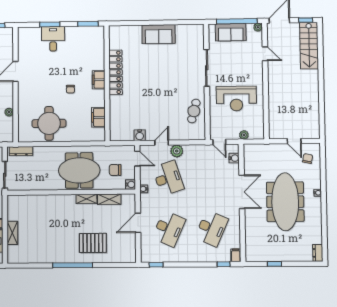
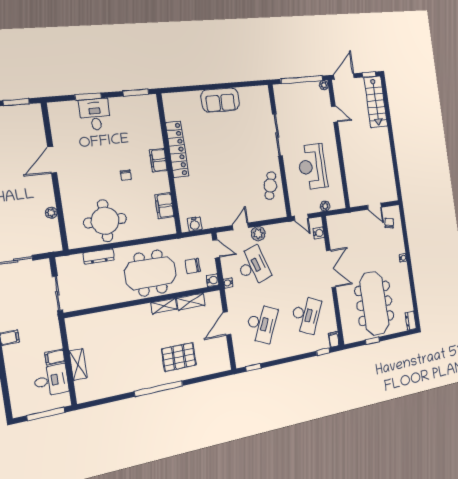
sofa: (231, 32) -> (297, 92), removed
reception desk: (236, 99) -> (312, 167), turned 90
water cooler: (140, 135) -> (195, 224), moved
dresser: (21, 151) -> (99, 256), moved
meeting table: (285, 202) -> (374, 303), moved

